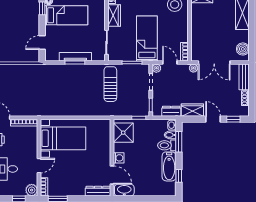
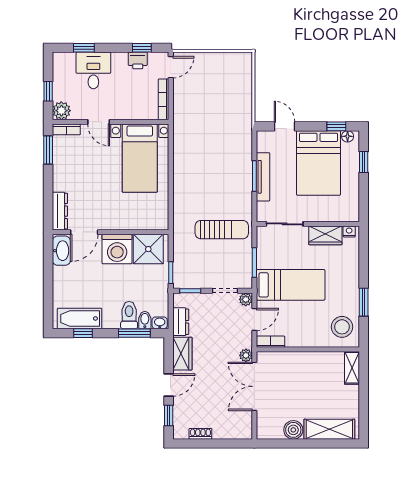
bed: (66, 15) -> (318, 163), width x1.50
boiler: (243, 49) -> (293, 430), moved
bench: (244, 77) -> (233, 432), removed
washing machine: (119, 158) -> (117, 249), width x1.89, depth x1.89
bathtub: (169, 166) -> (80, 318), moved

